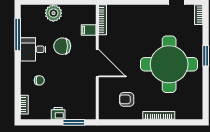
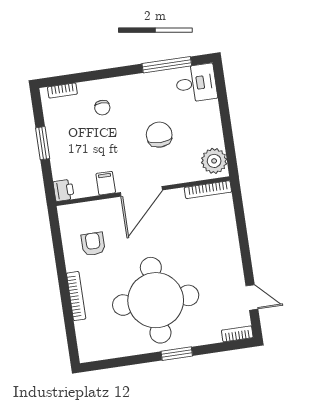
plant: (53, 13) -> (214, 161), moved
filing cabinet: (89, 30) -> (106, 183), moved
desk: (33, 49) -> (196, 83), moved, turned 90
printer: (58, 113) -> (64, 190), moved
window: (74, 122) -> (43, 143), moved

